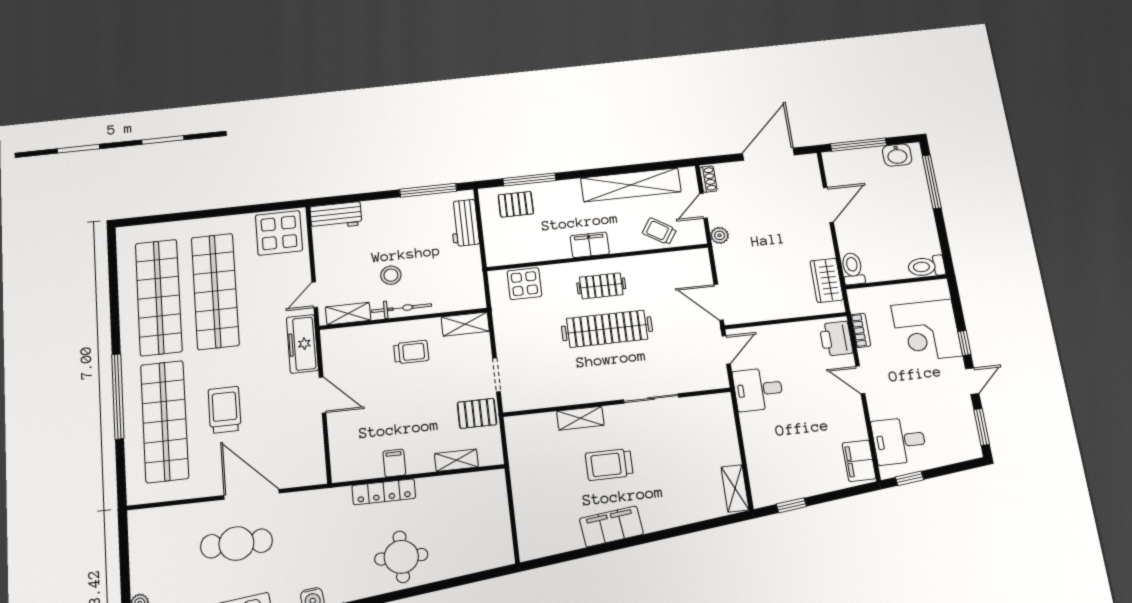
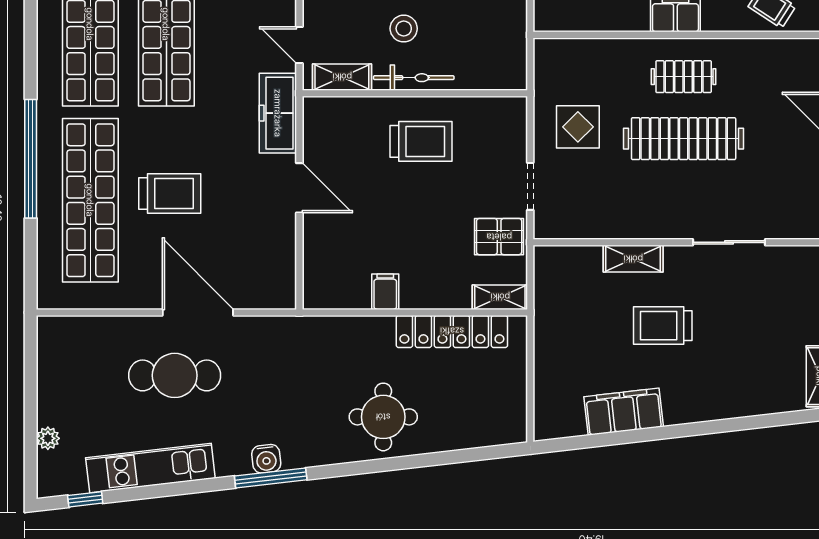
display table: (524, 284) -> (578, 127), moved
door: (315, 295) -> (299, 45), hinge flipped
shelving: (465, 324) -> (496, 110), removed
trolley: (411, 352) -> (421, 141), width x1.36, depth x1.39
trolley: (225, 410) -> (170, 194), turned 90
shelving: (456, 460) -> (500, 297), moved
locker: (384, 492) -> (452, 331), moved, width x1.41, depth x1.21
filing cabinet: (611, 526) -> (624, 412), moved

